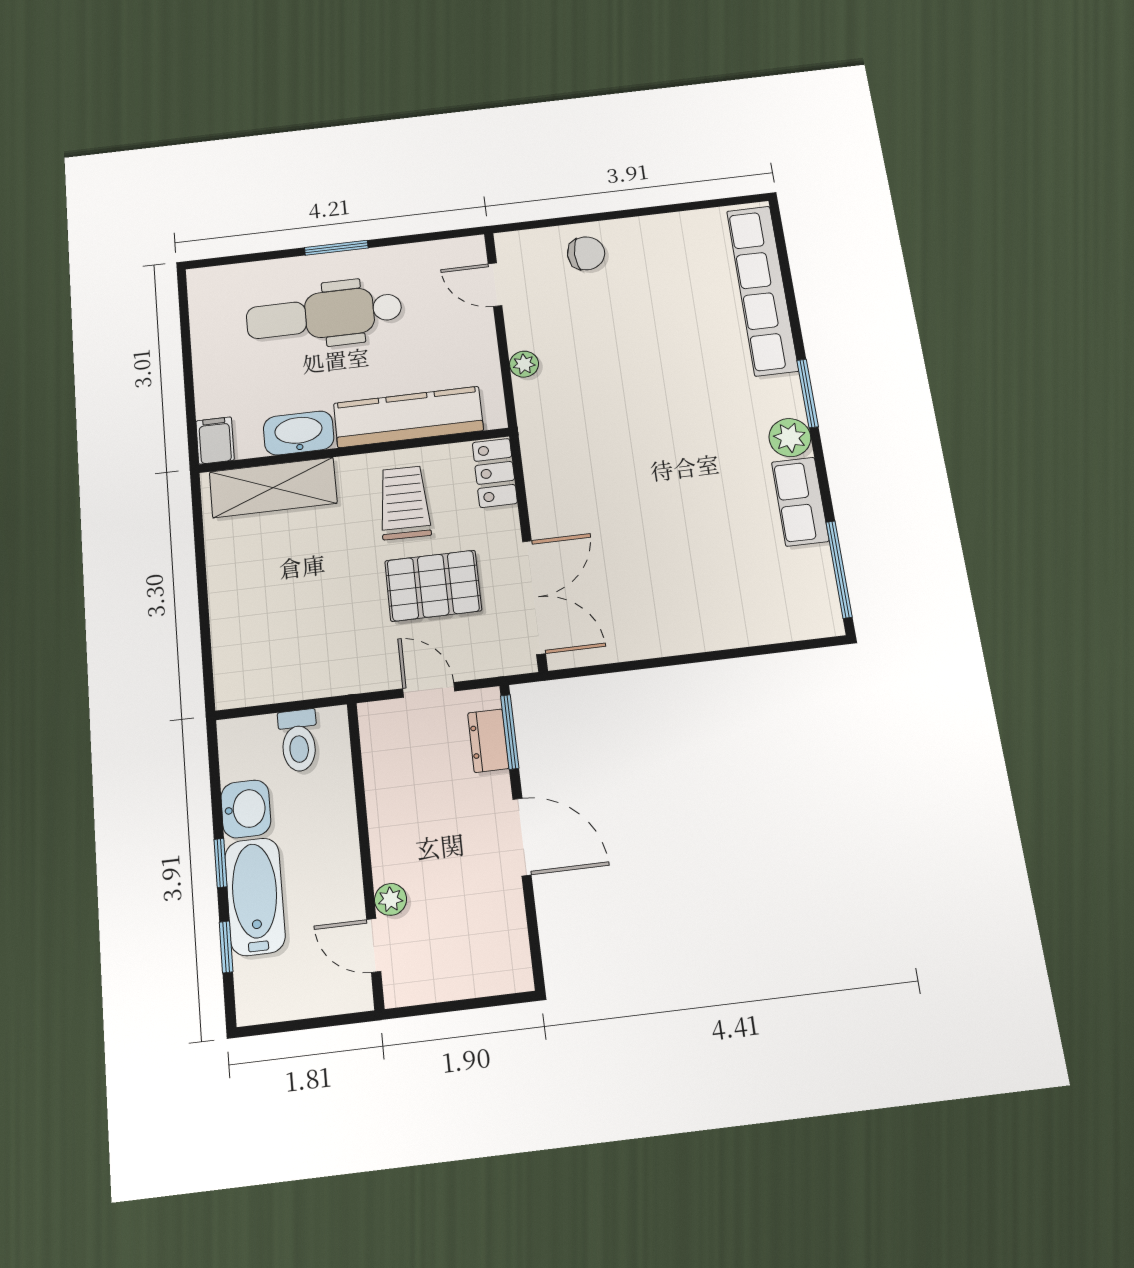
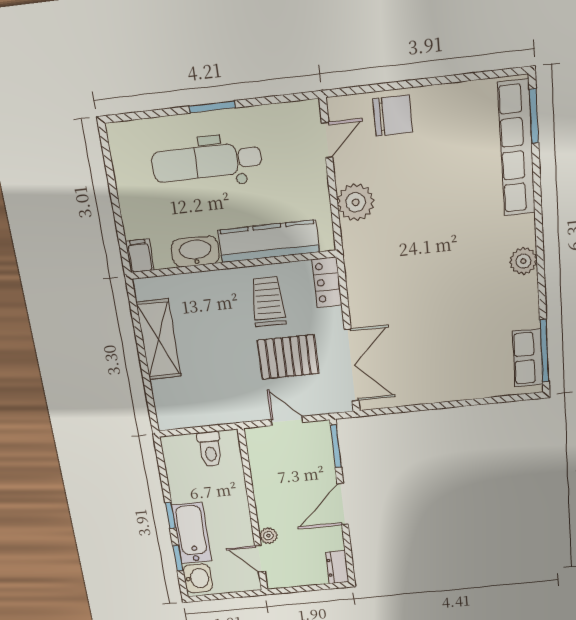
chair: (586, 253) -> (393, 116), width x1.37, depth x1.37
door: (495, 285) -> (327, 140), swing flipped
plant: (524, 364) -> (356, 202), width x1.87, depth x1.87
window: (808, 393) -> (534, 116), moved
shelving: (273, 488) -> (159, 339), moved, turned 90
row of seats: (800, 502) -> (528, 358), moved
dresser: (488, 741) -> (337, 567), moved
washbasin: (246, 809) -> (198, 578), moved
door: (522, 837) -> (343, 504), swing flipped

